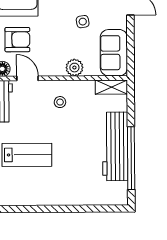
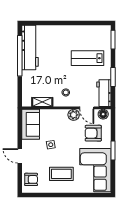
plant: (74, 68) -> (74, 115), moved
shelving: (111, 87) -> (42, 102), moved
workbench: (115, 146) -> (30, 48), moved

